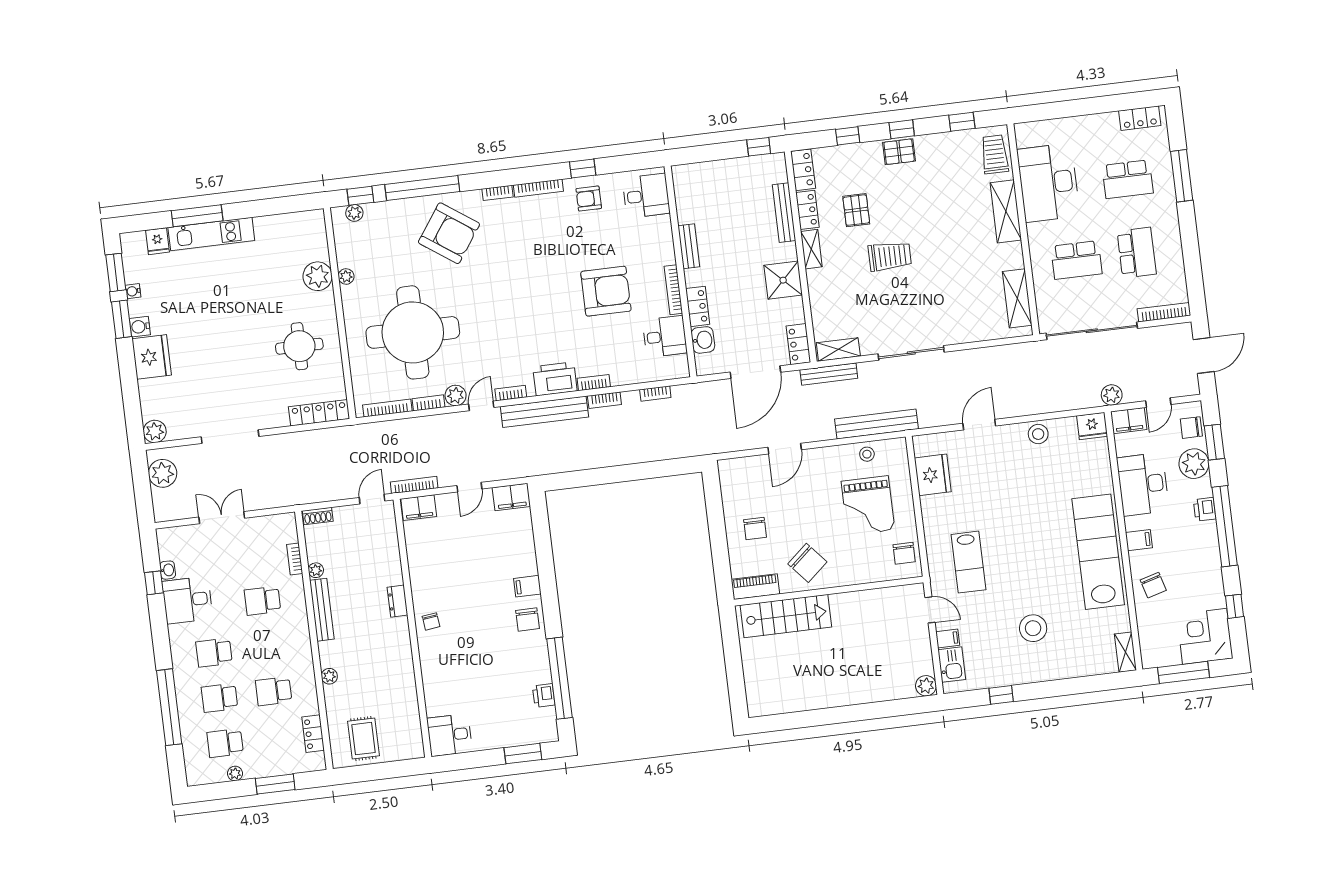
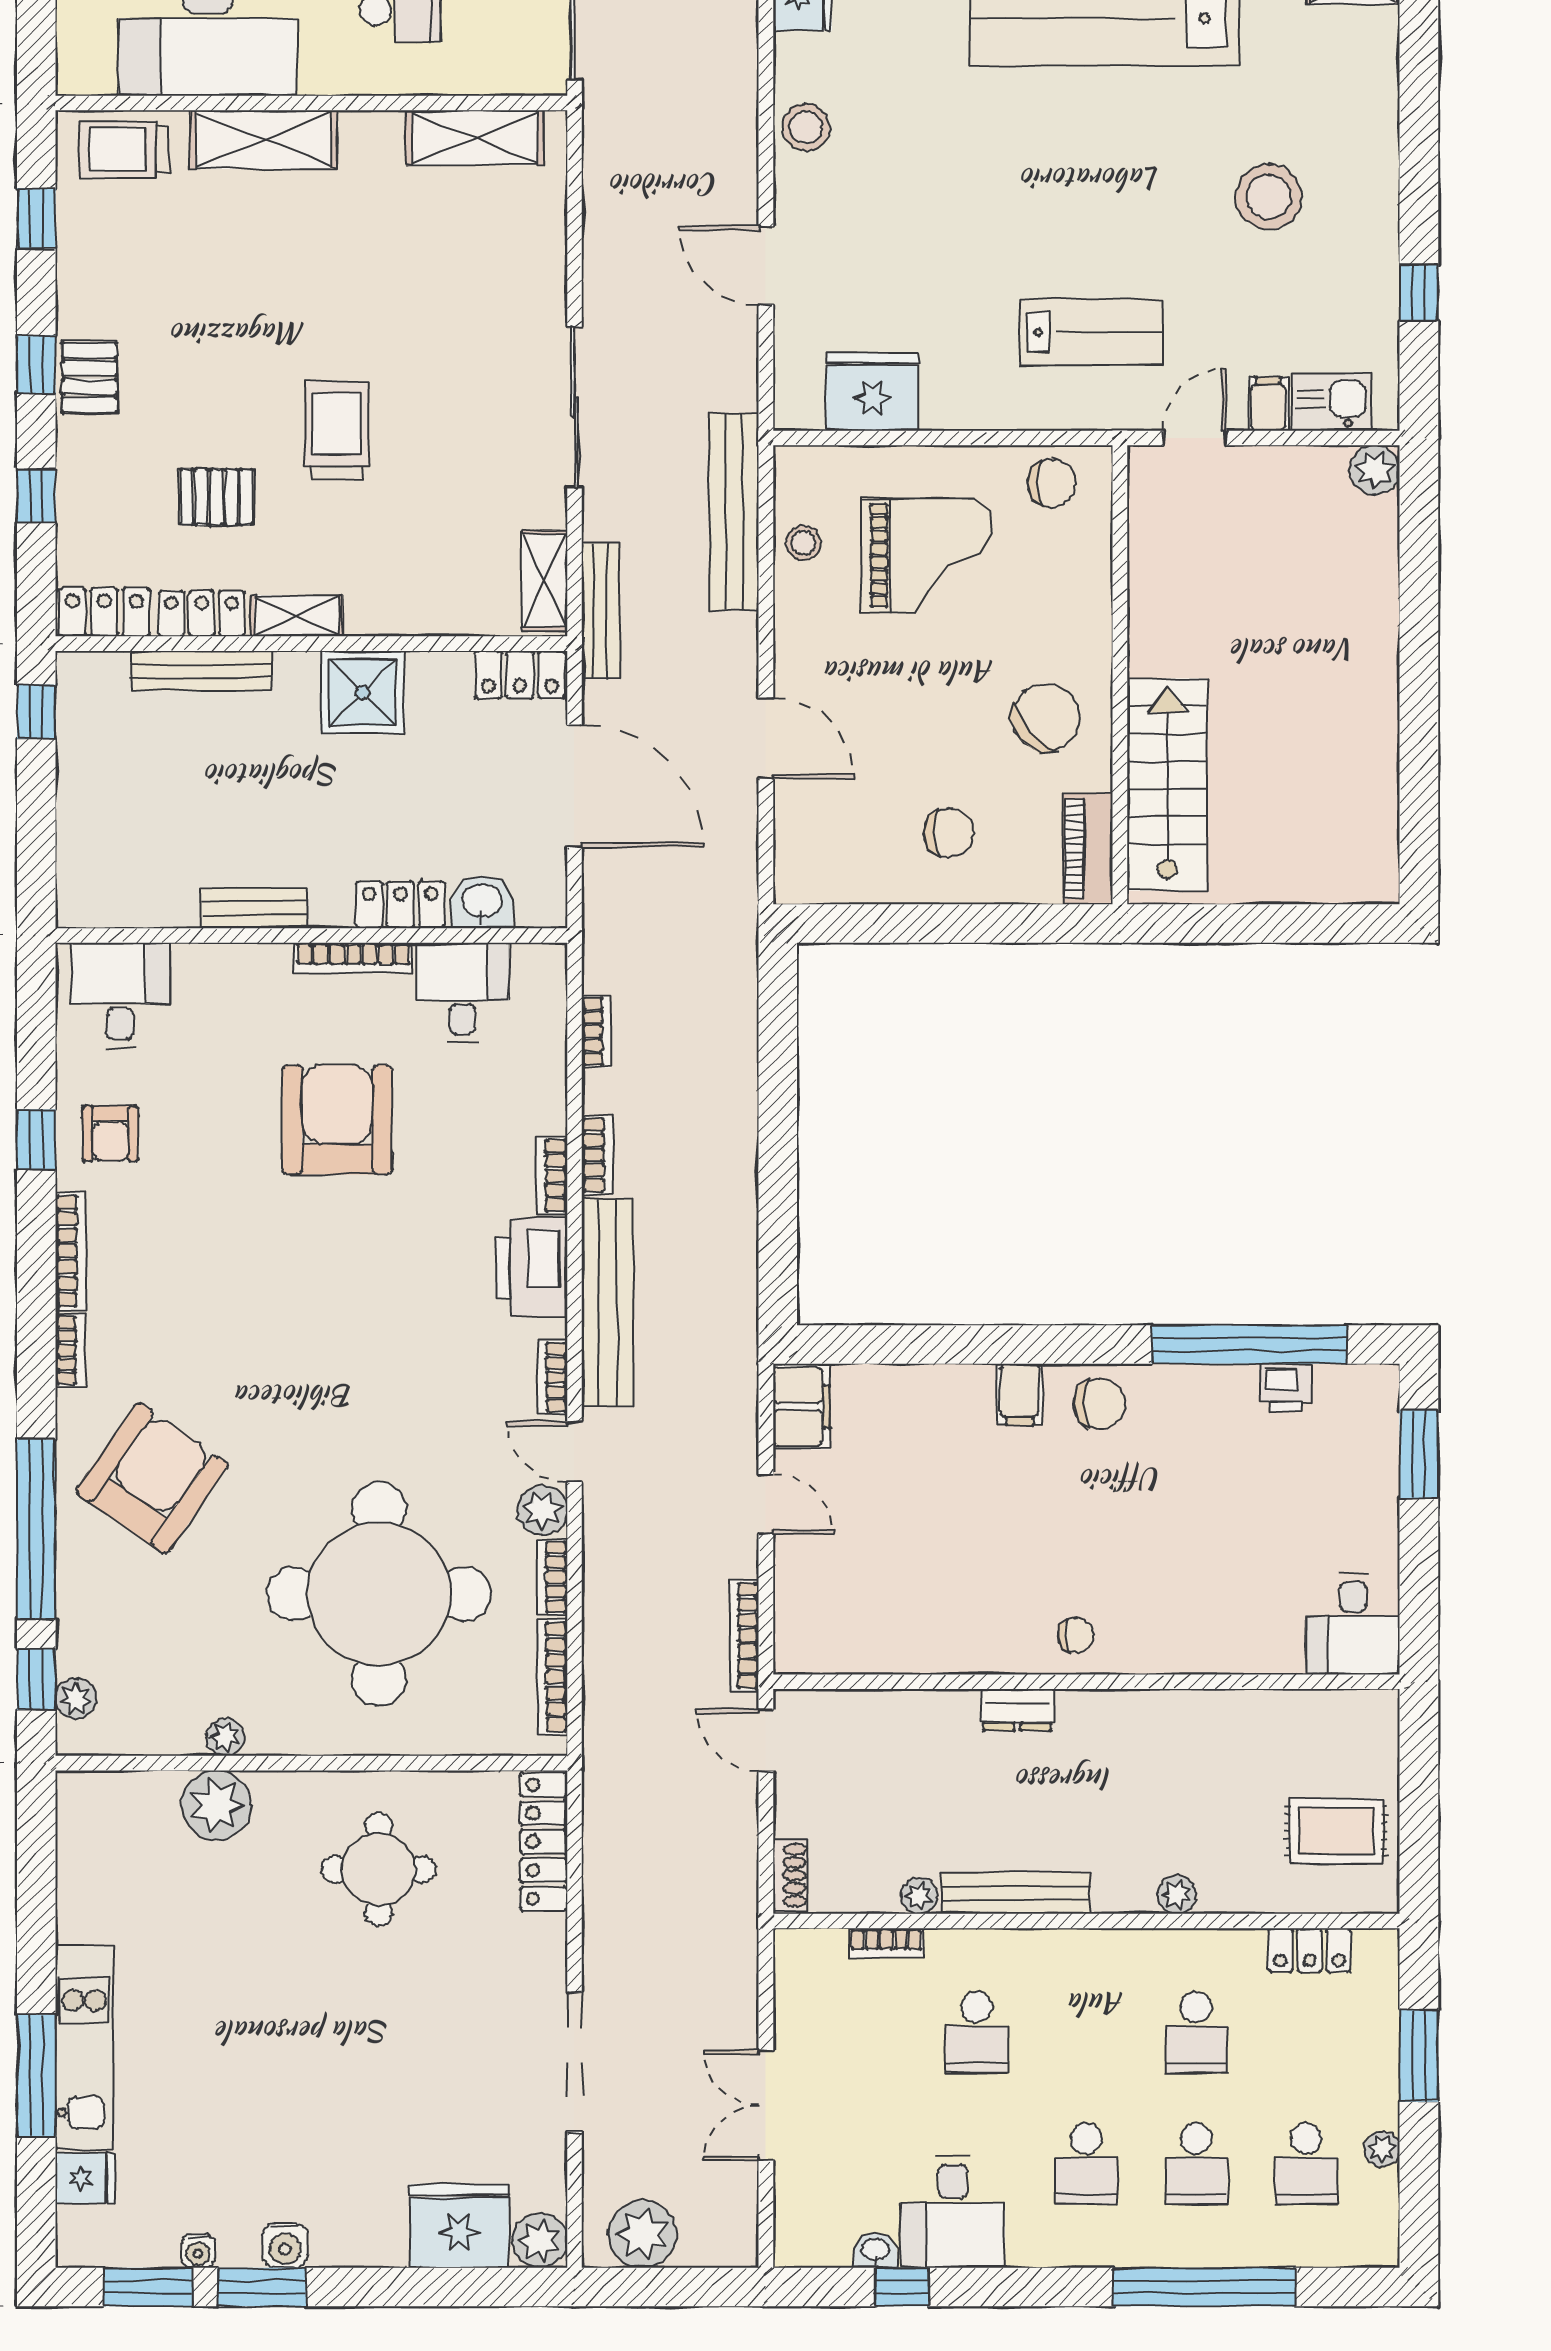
fridge: (152, 357) -> (459, 2226), moved
filing cabinet: (419, 508) -> (800, 1631), removed

